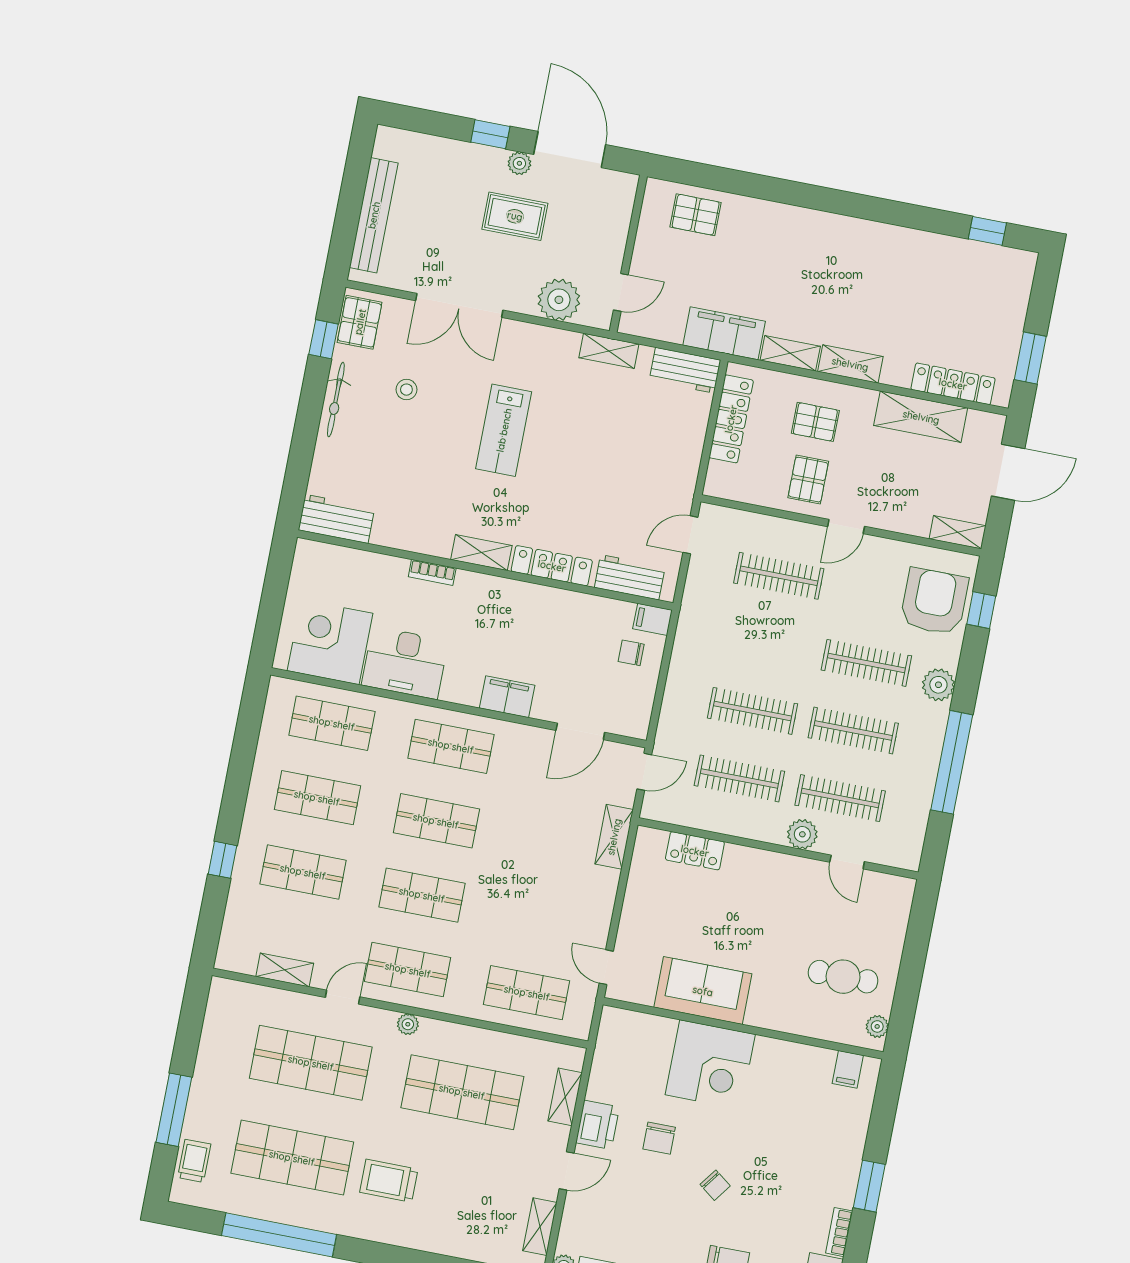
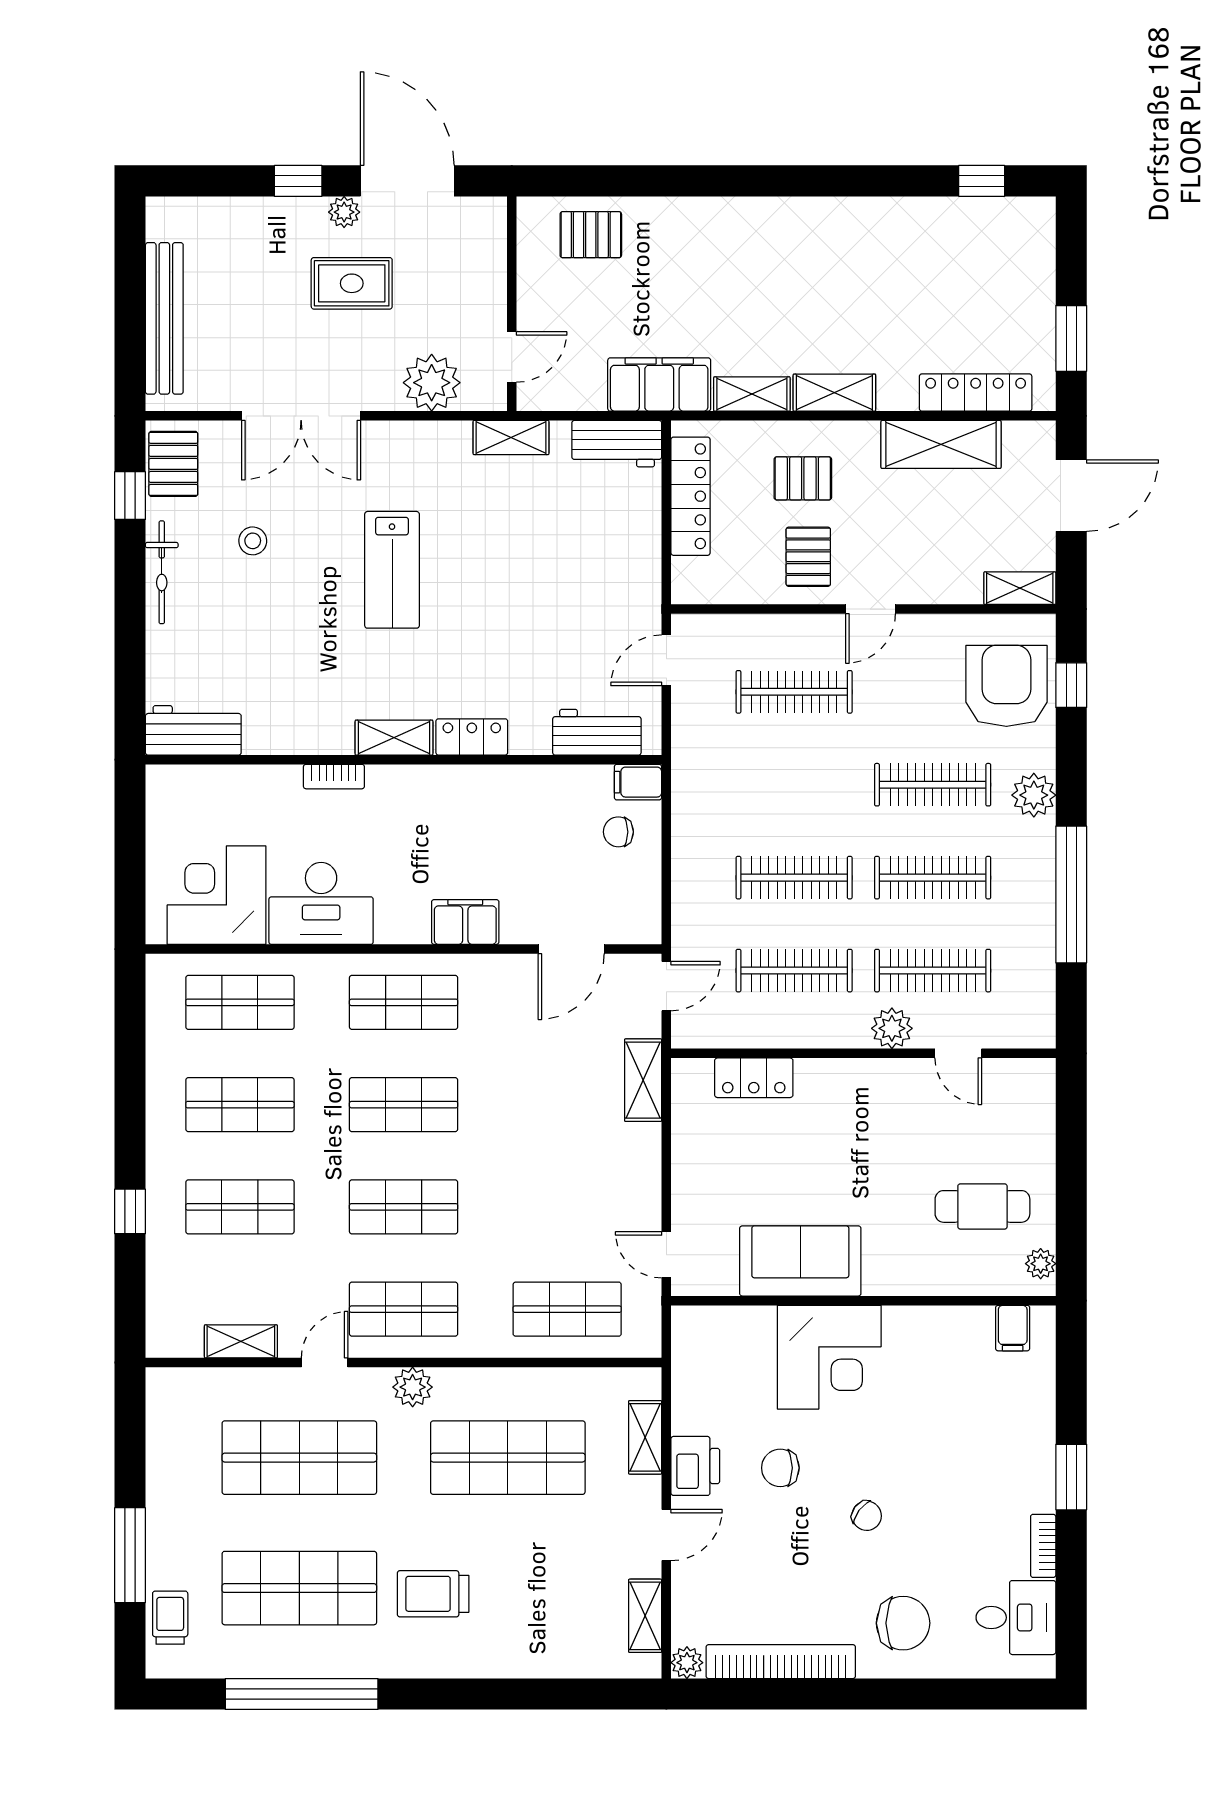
locker: (552, 566) -> (472, 737), width x0.66
plant: (408, 1024) -> (413, 1387), width x1.38, depth x1.38
chair: (659, 1138) -> (780, 1468), turned 90

